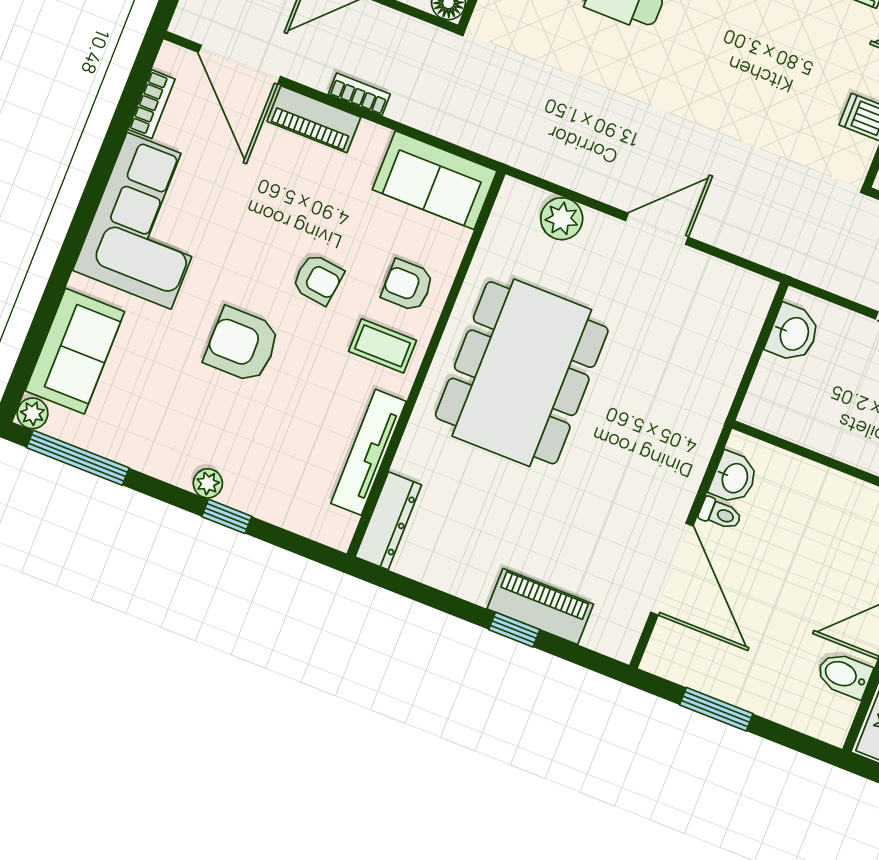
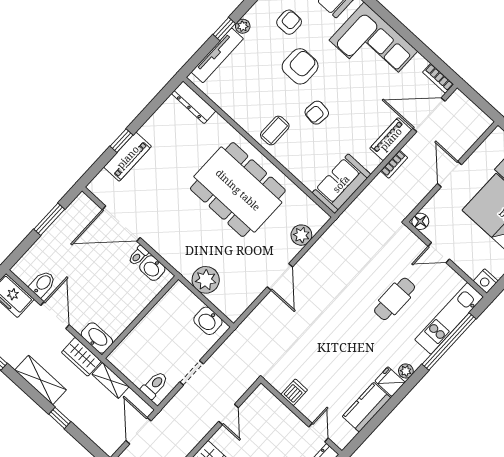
bookcase: (152, 104) -> (438, 78), moved
armchair: (408, 285) -> (289, 22), moved
plant: (717, 368) -> (206, 280), added
tv unit: (368, 452) -> (217, 55), moved, turned 90

